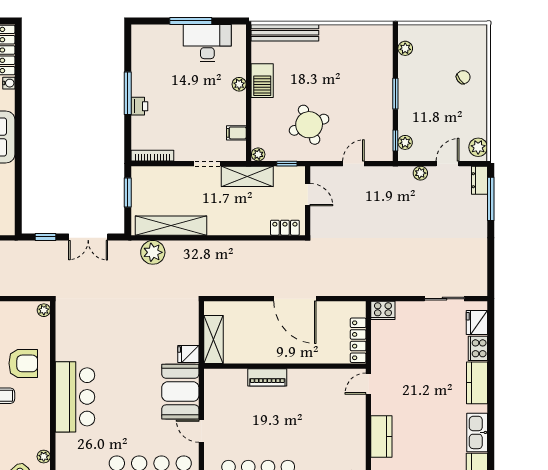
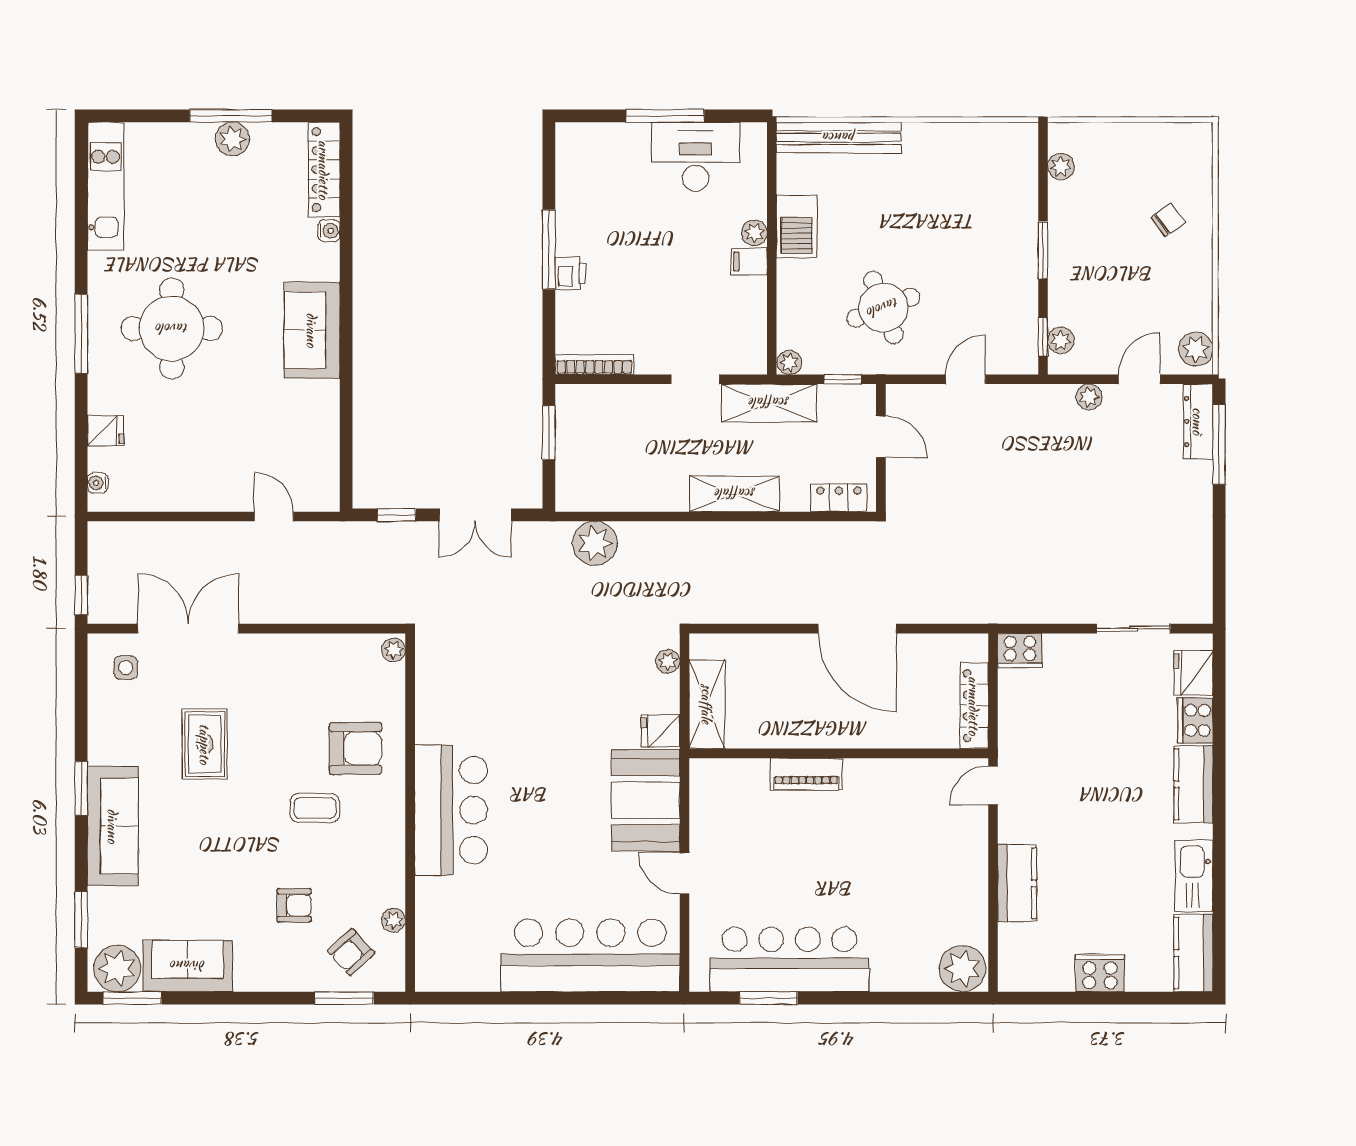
filing cabinet: (236, 133) -> (749, 262), moved
dresser: (480, 180) -> (1198, 421), width x1.44
shelving: (171, 226) -> (735, 494), moved, width x0.68
plant: (192, 316) -> (668, 661), added

